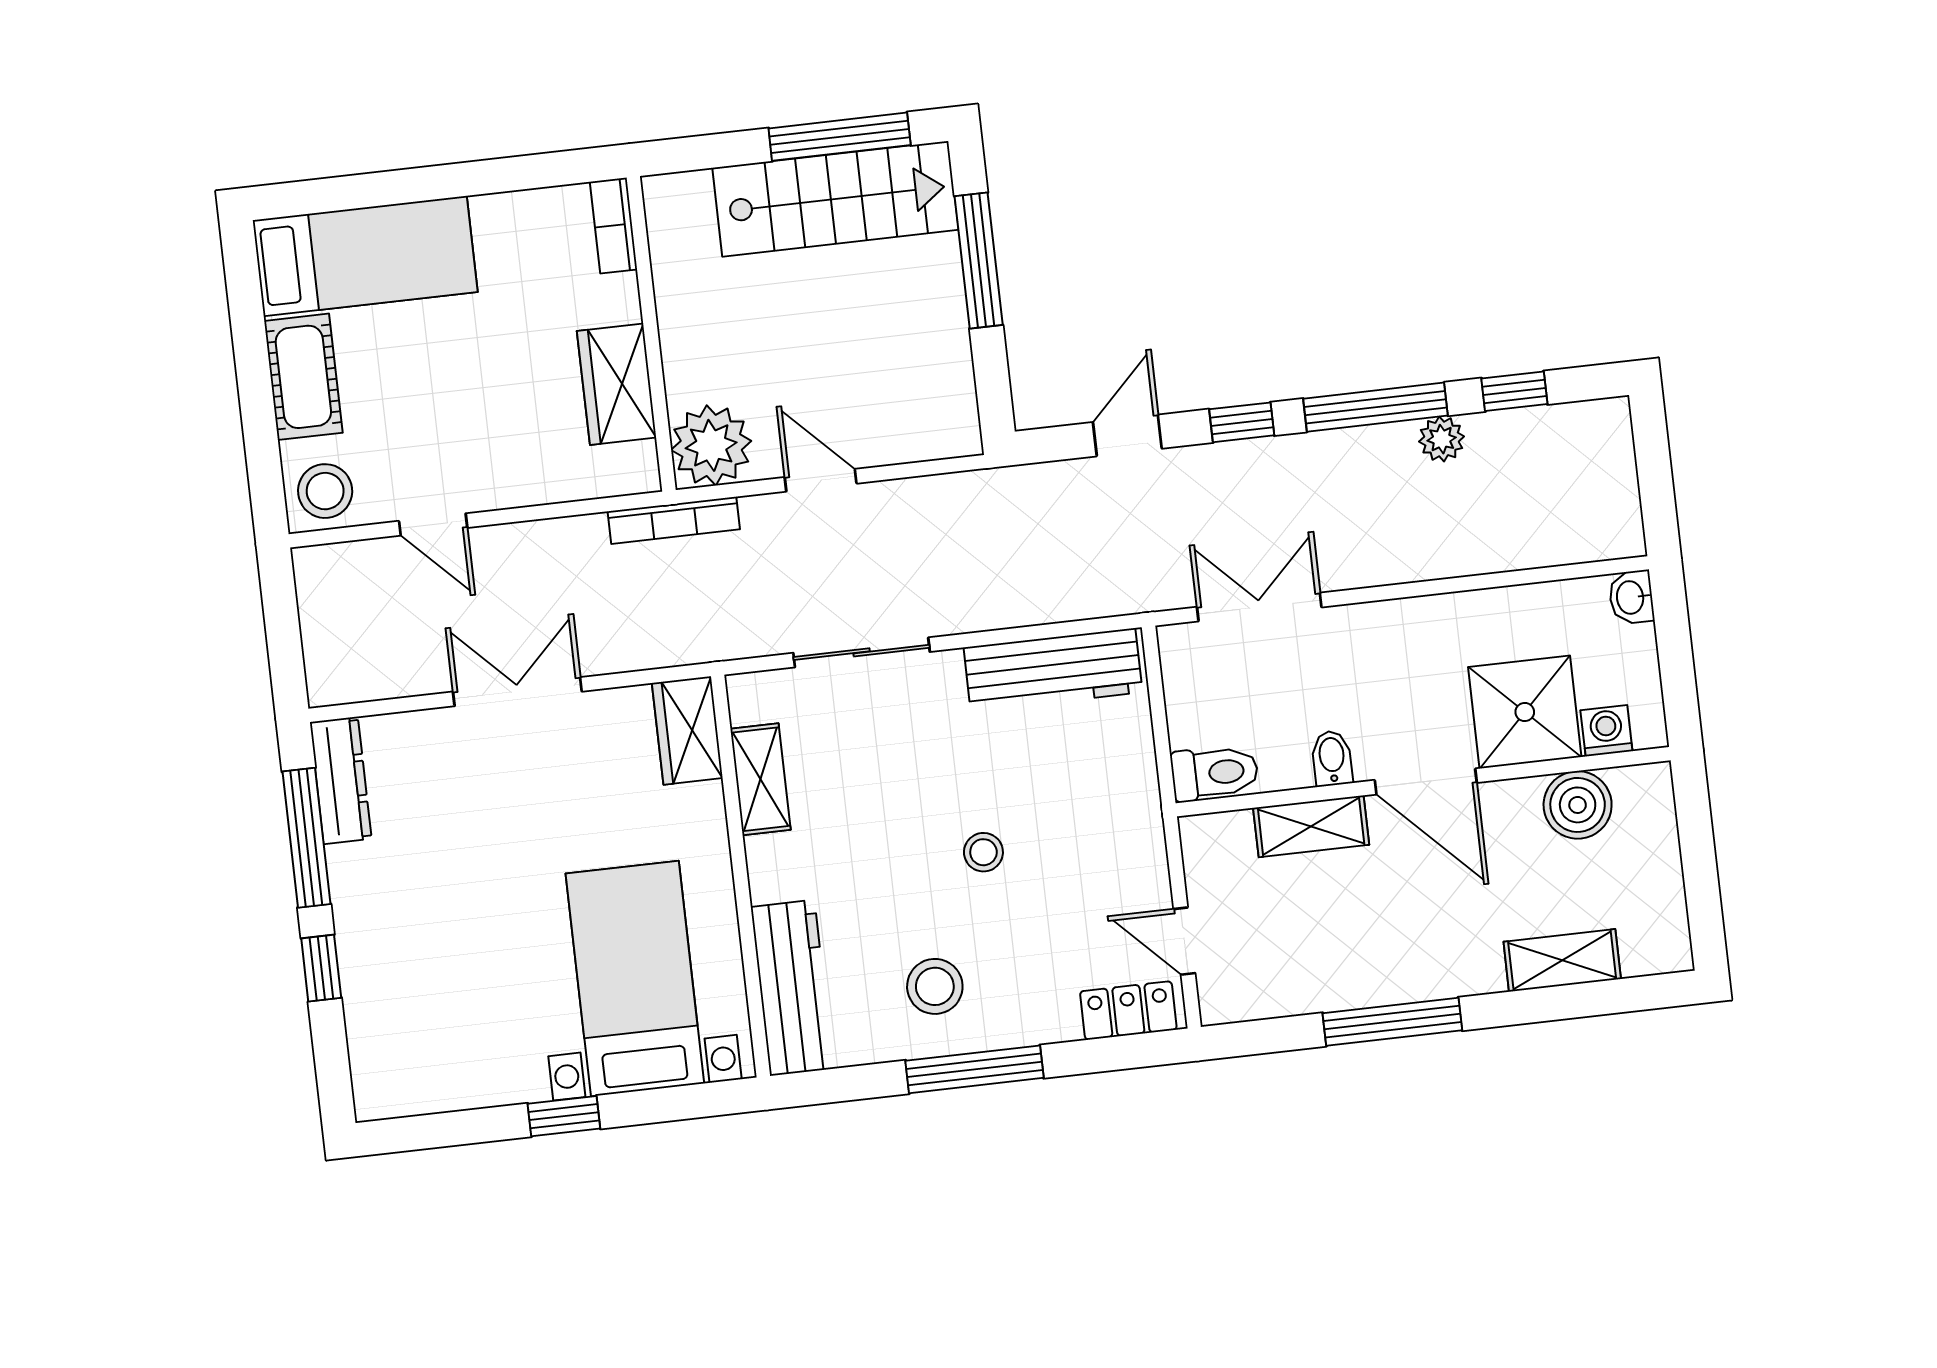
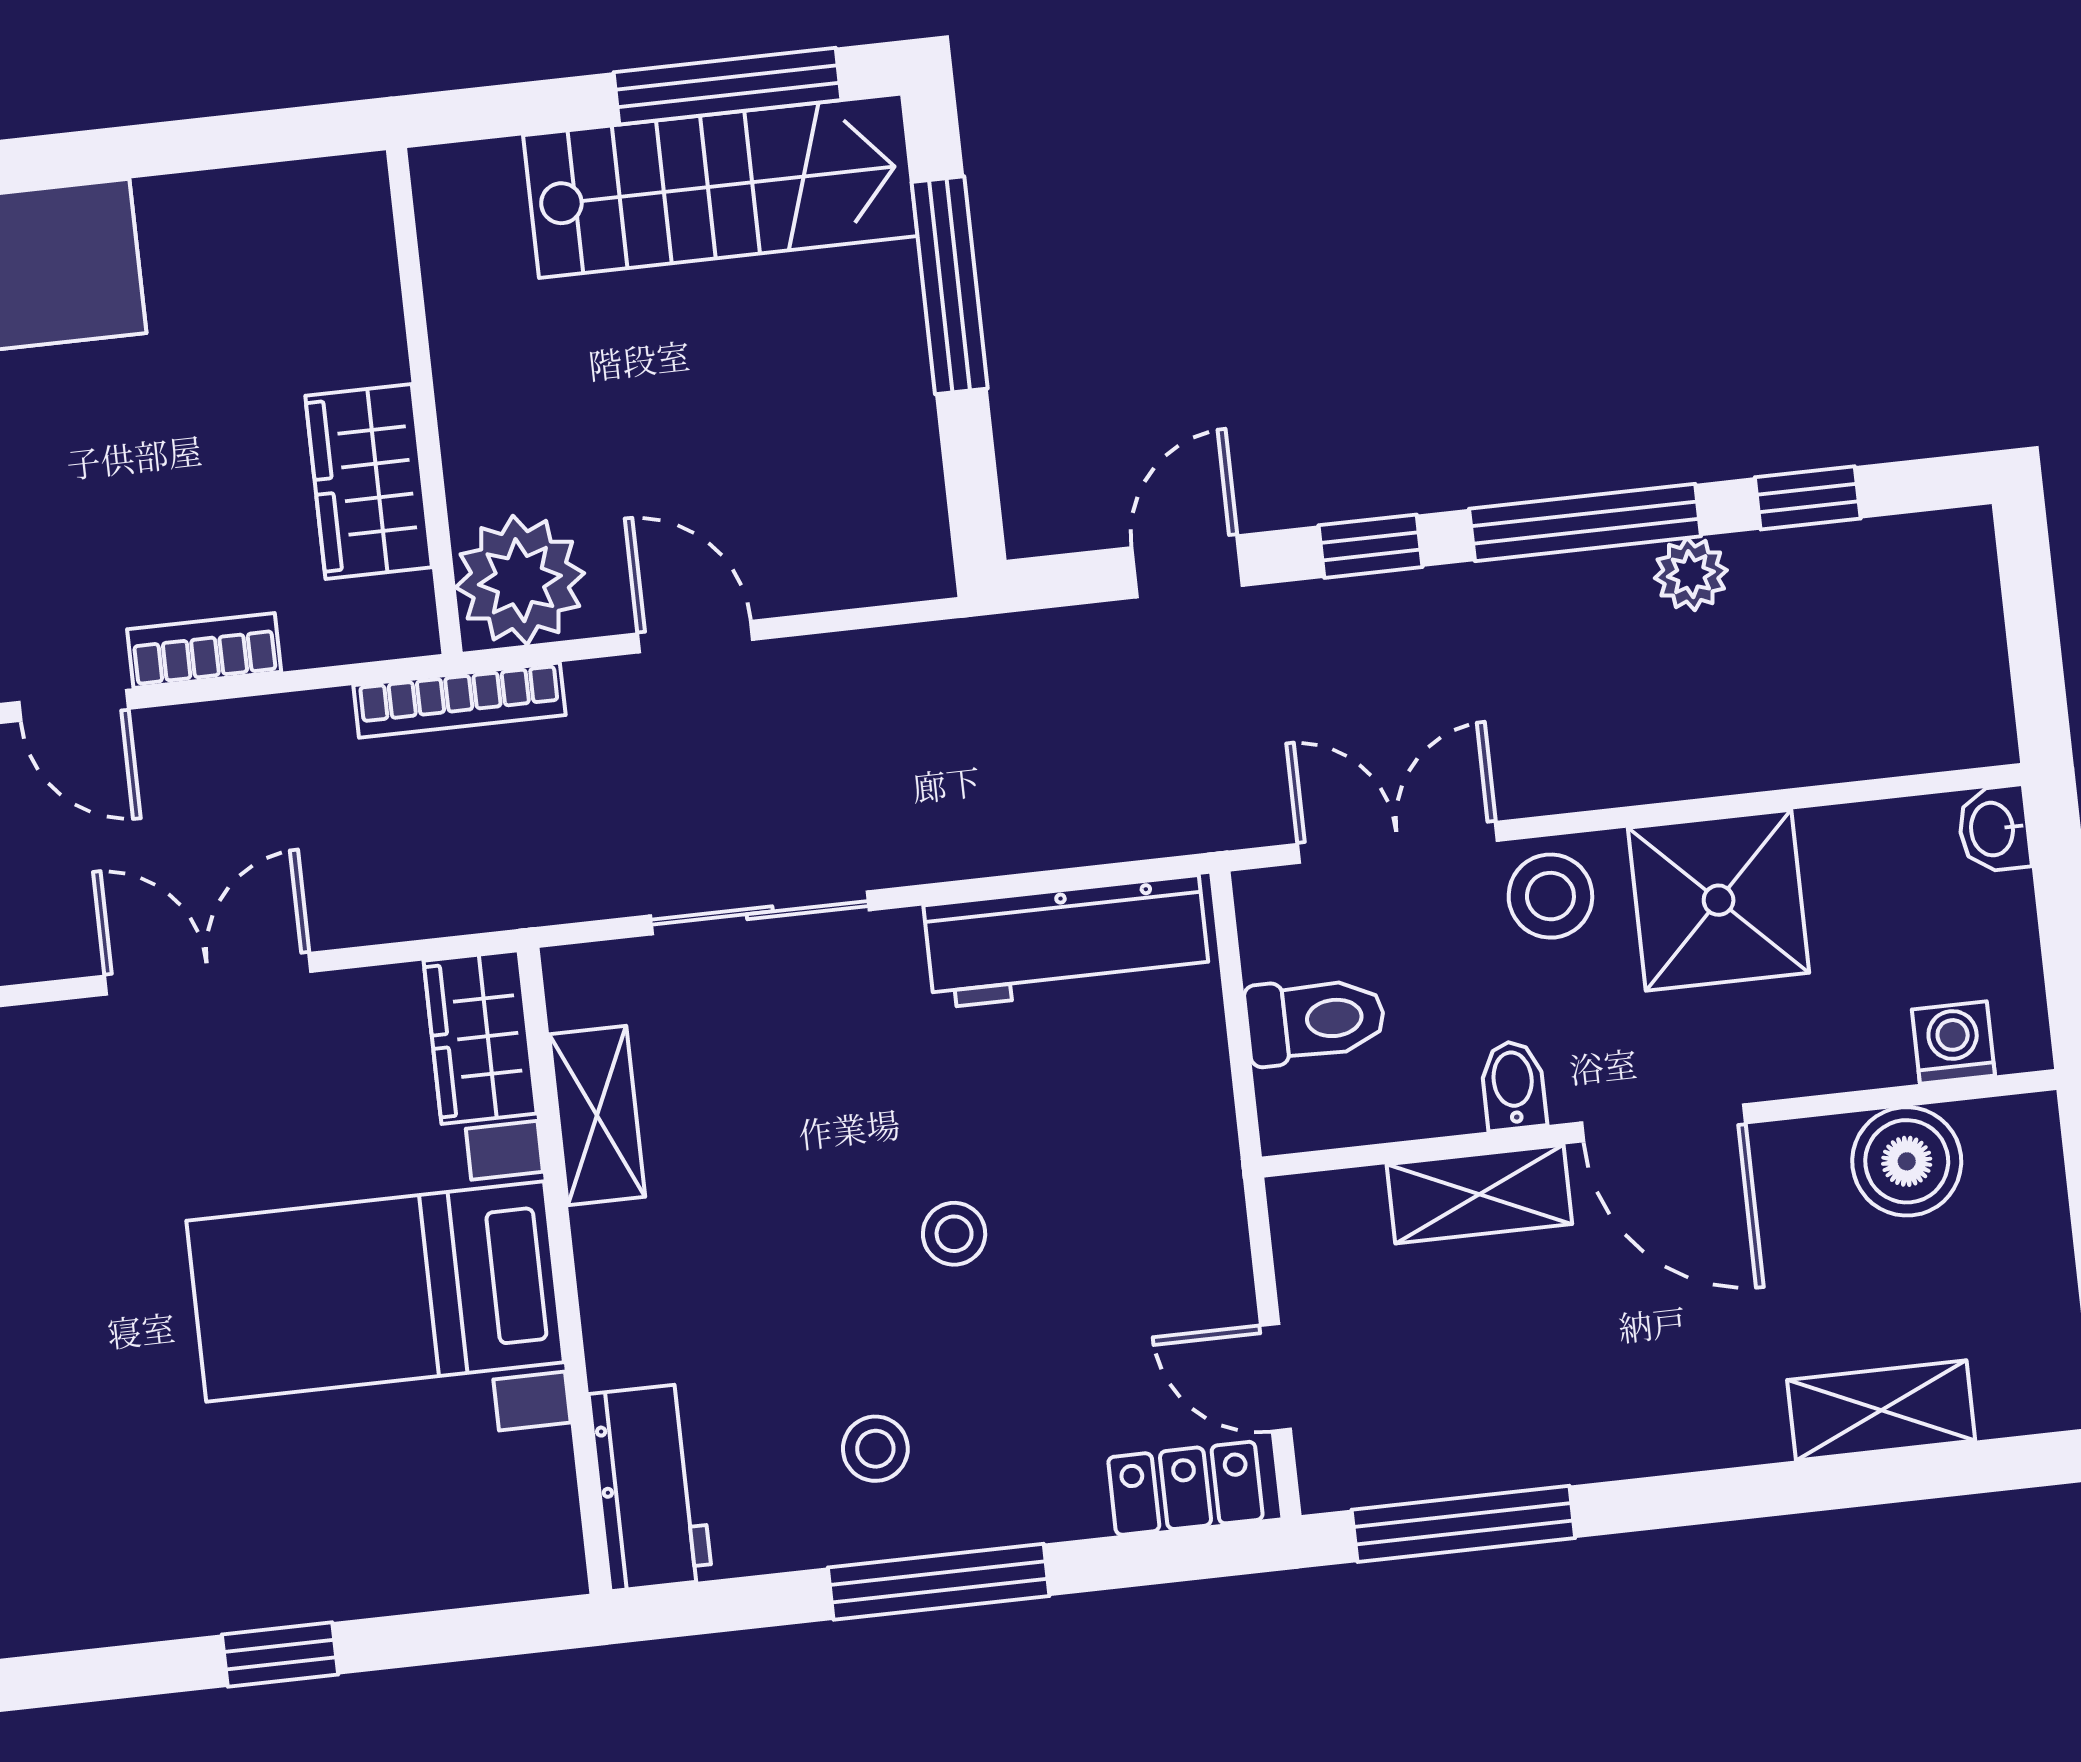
bookcase: (614, 226) -> (204, 650), moved, turned 90
stool: (1355, 640) -> (1550, 896), added
shower: (1525, 712) -> (1719, 900), moved
toilet: (1215, 773) -> (1315, 1020), moved
bed with nightstands: (635, 979) -> (375, 1291), moved, turned -90
stool: (935, 986) -> (875, 1449), width x0.73, depth x0.73
workbench: (792, 988) -> (651, 1487), width x0.73
window: (1392, 1022) -> (1463, 1524), moved

